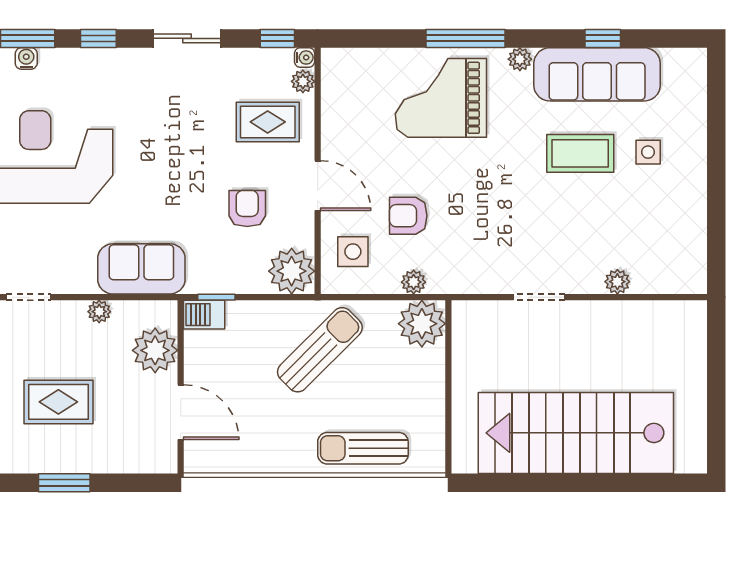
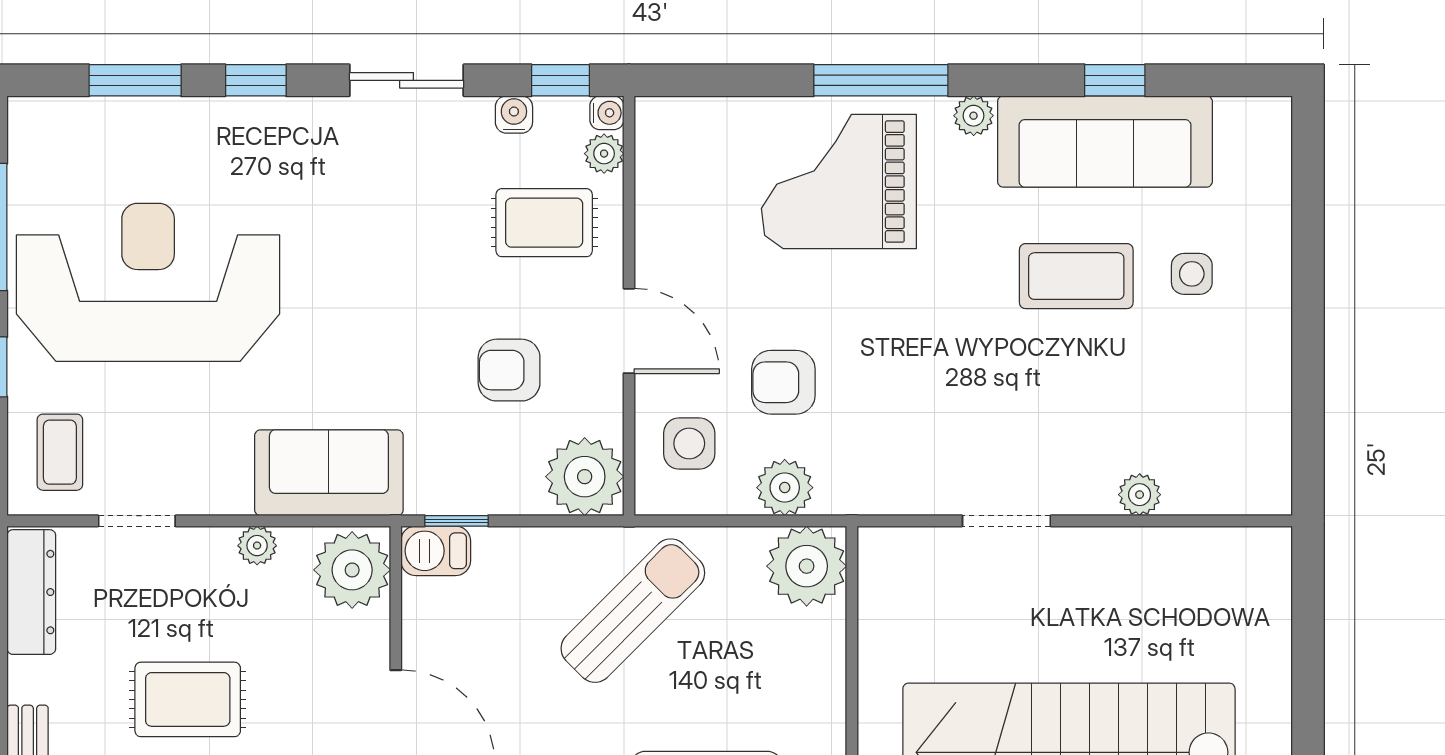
water cooler: (26, 58) -> (514, 114), moved
armchair: (247, 209) -> (509, 370), turned -90
plant: (414, 282) -> (785, 488), width x1.38, depth x1.38
plant: (155, 350) -> (352, 570), moved

